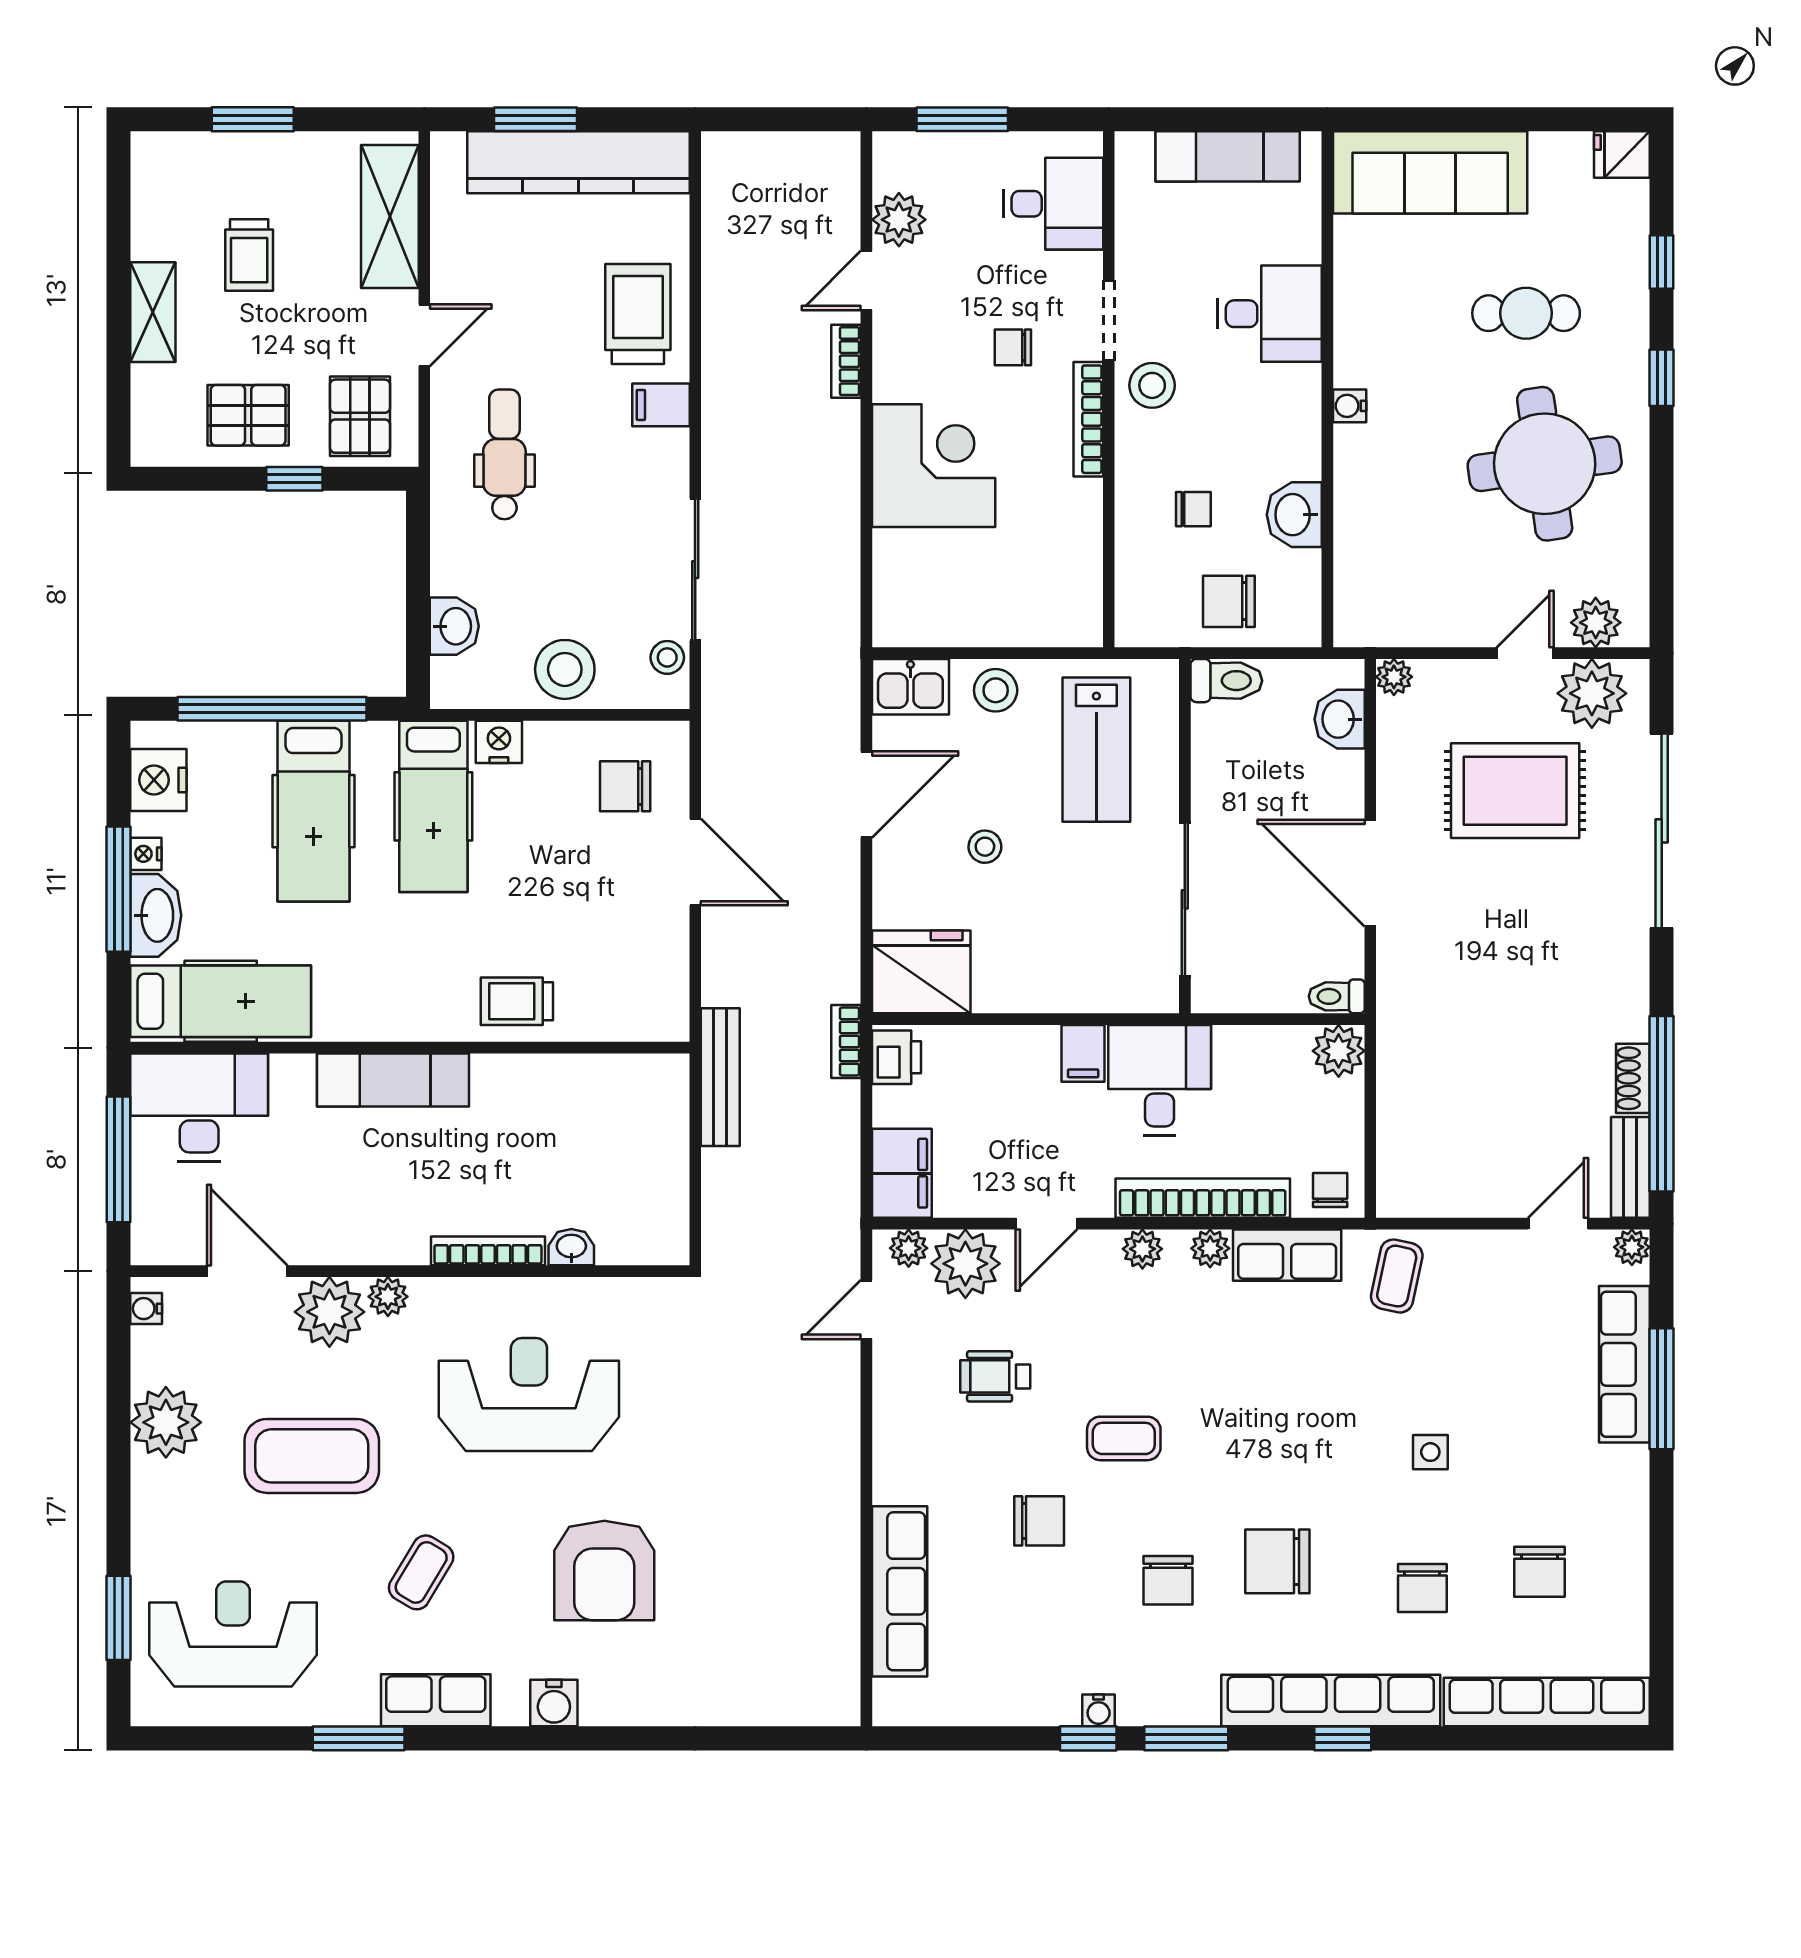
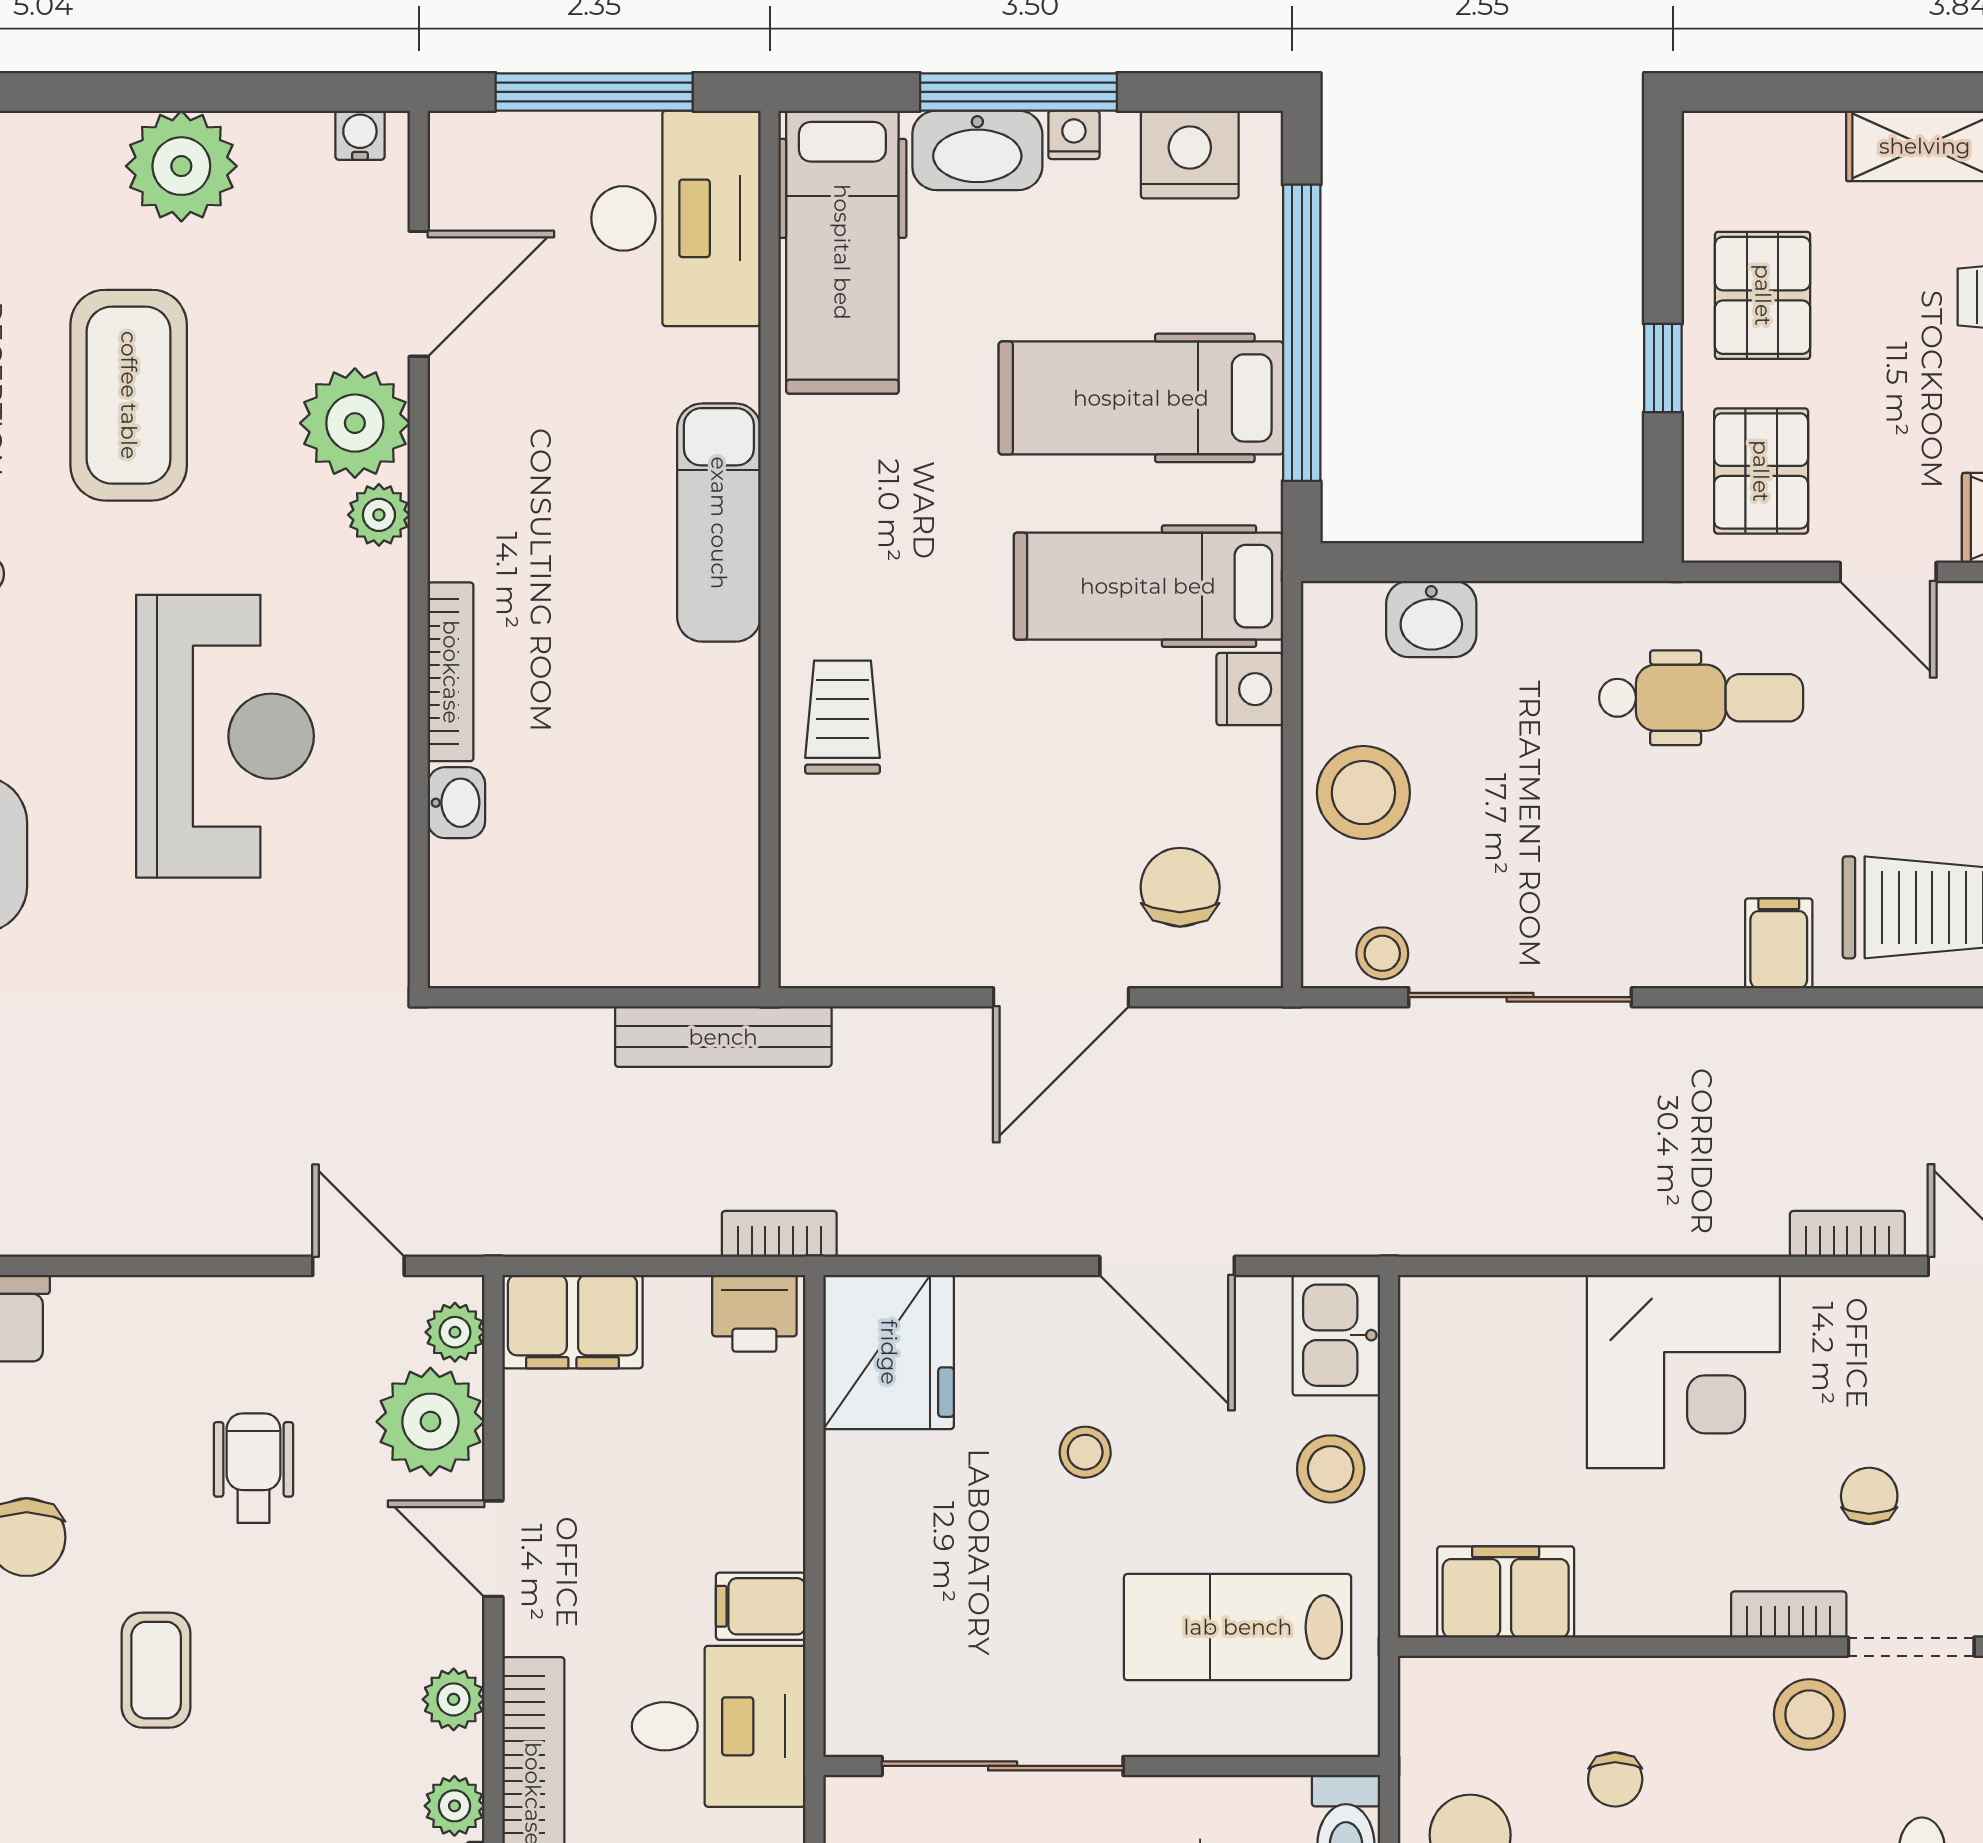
pallet: (360, 416) -> (1761, 471), turned 90
bookcase: (1088, 419) -> (1789, 1615), width x0.64
filing cabinet: (1074, 579) -> (1506, 1592), added

